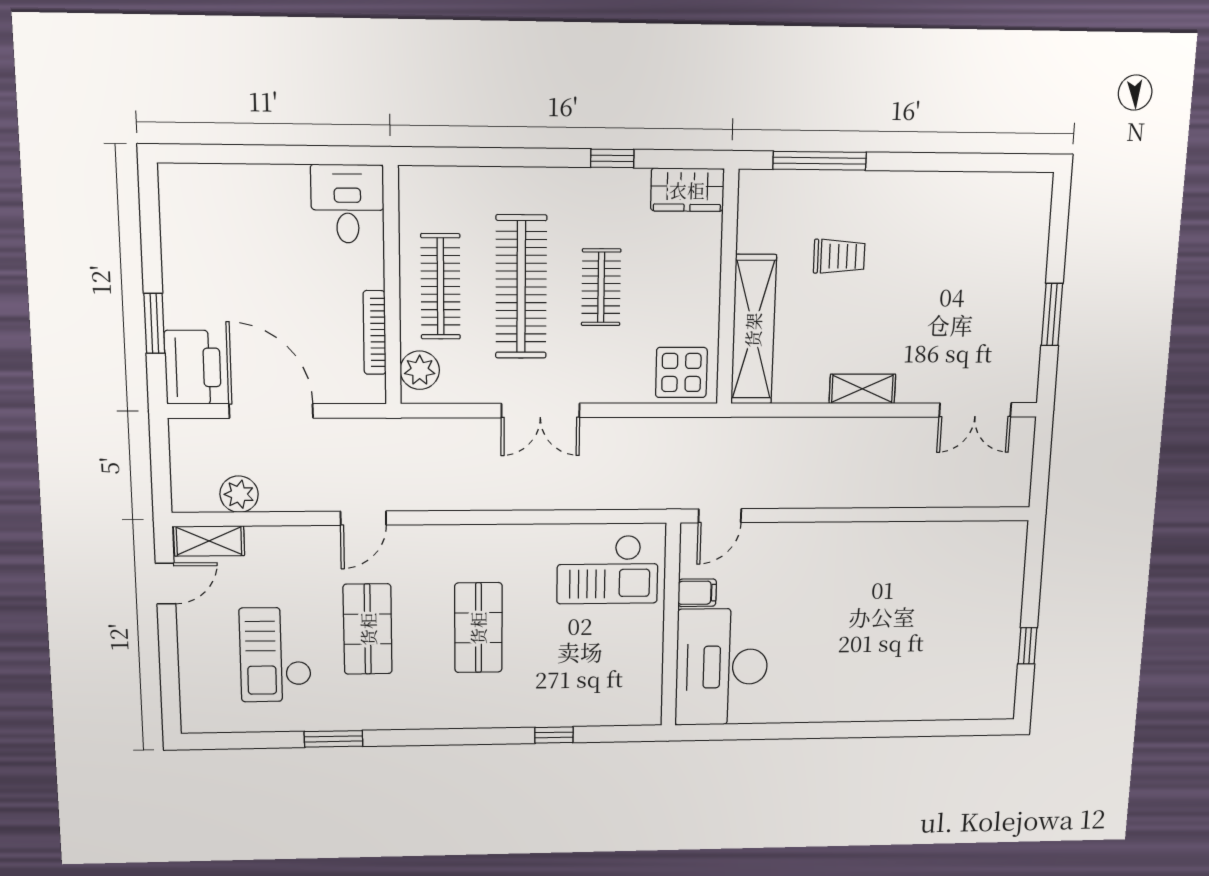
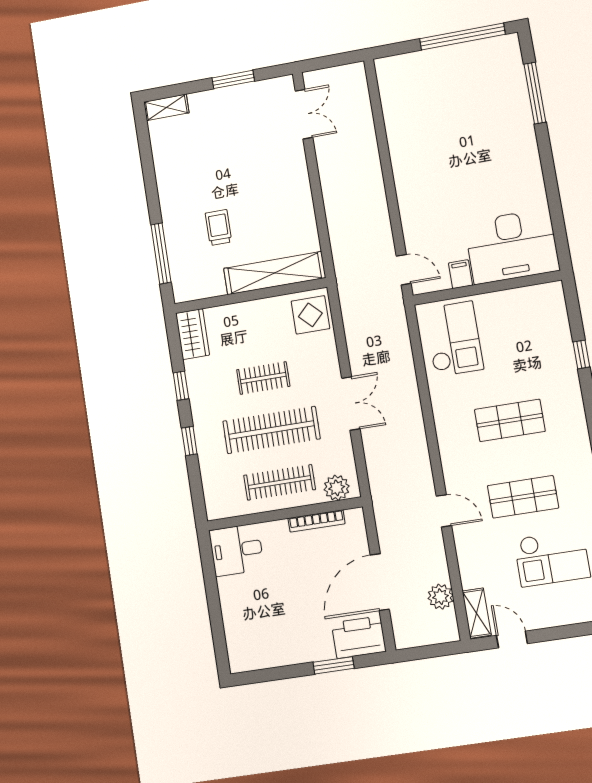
window: (525, 157) -> (189, 441), added
shelving: (862, 389) -> (166, 107), moved, turned 90
window: (1027, 646) -> (462, 36), width x3.17
window: (925, 728) -> (535, 93), added

